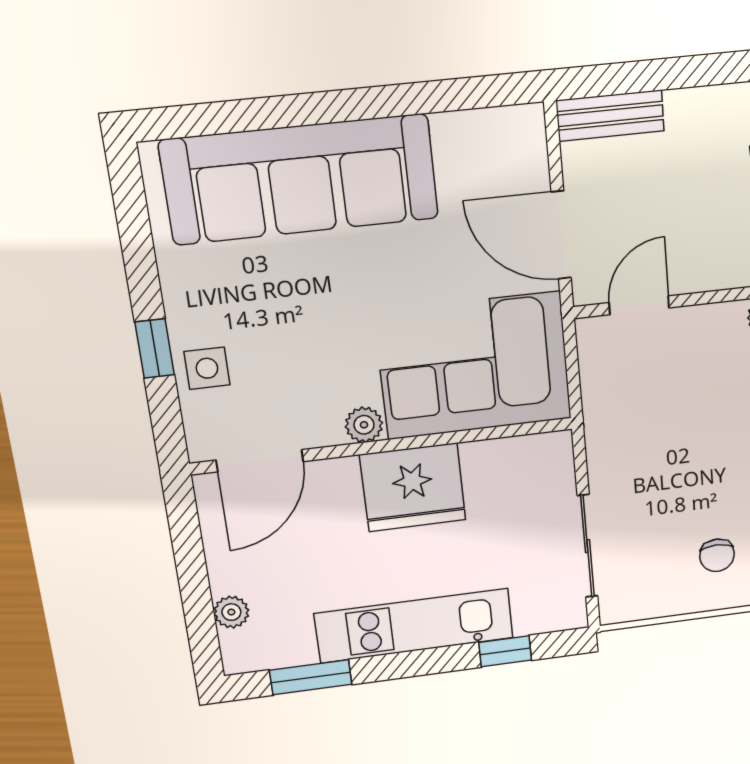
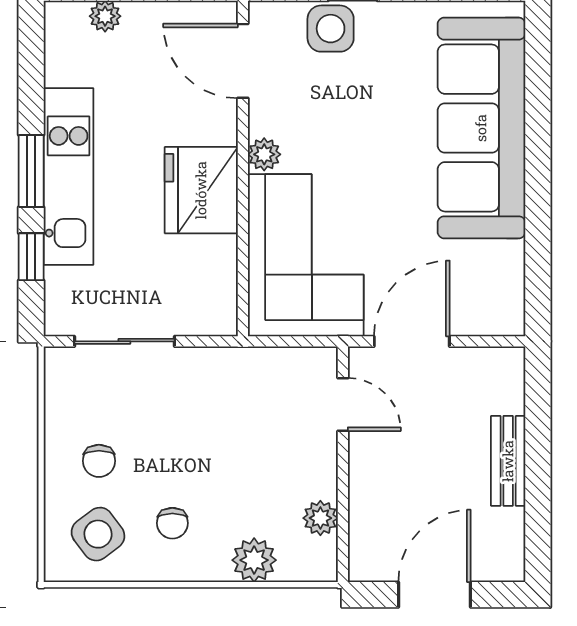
bench: (610, 116) -> (508, 461), moved
side table: (207, 368) -> (331, 29), width x1.37, depth x1.37
chair: (717, 555) -> (99, 461), turned -90
window: (311, 677) -> (31, 171), moved

